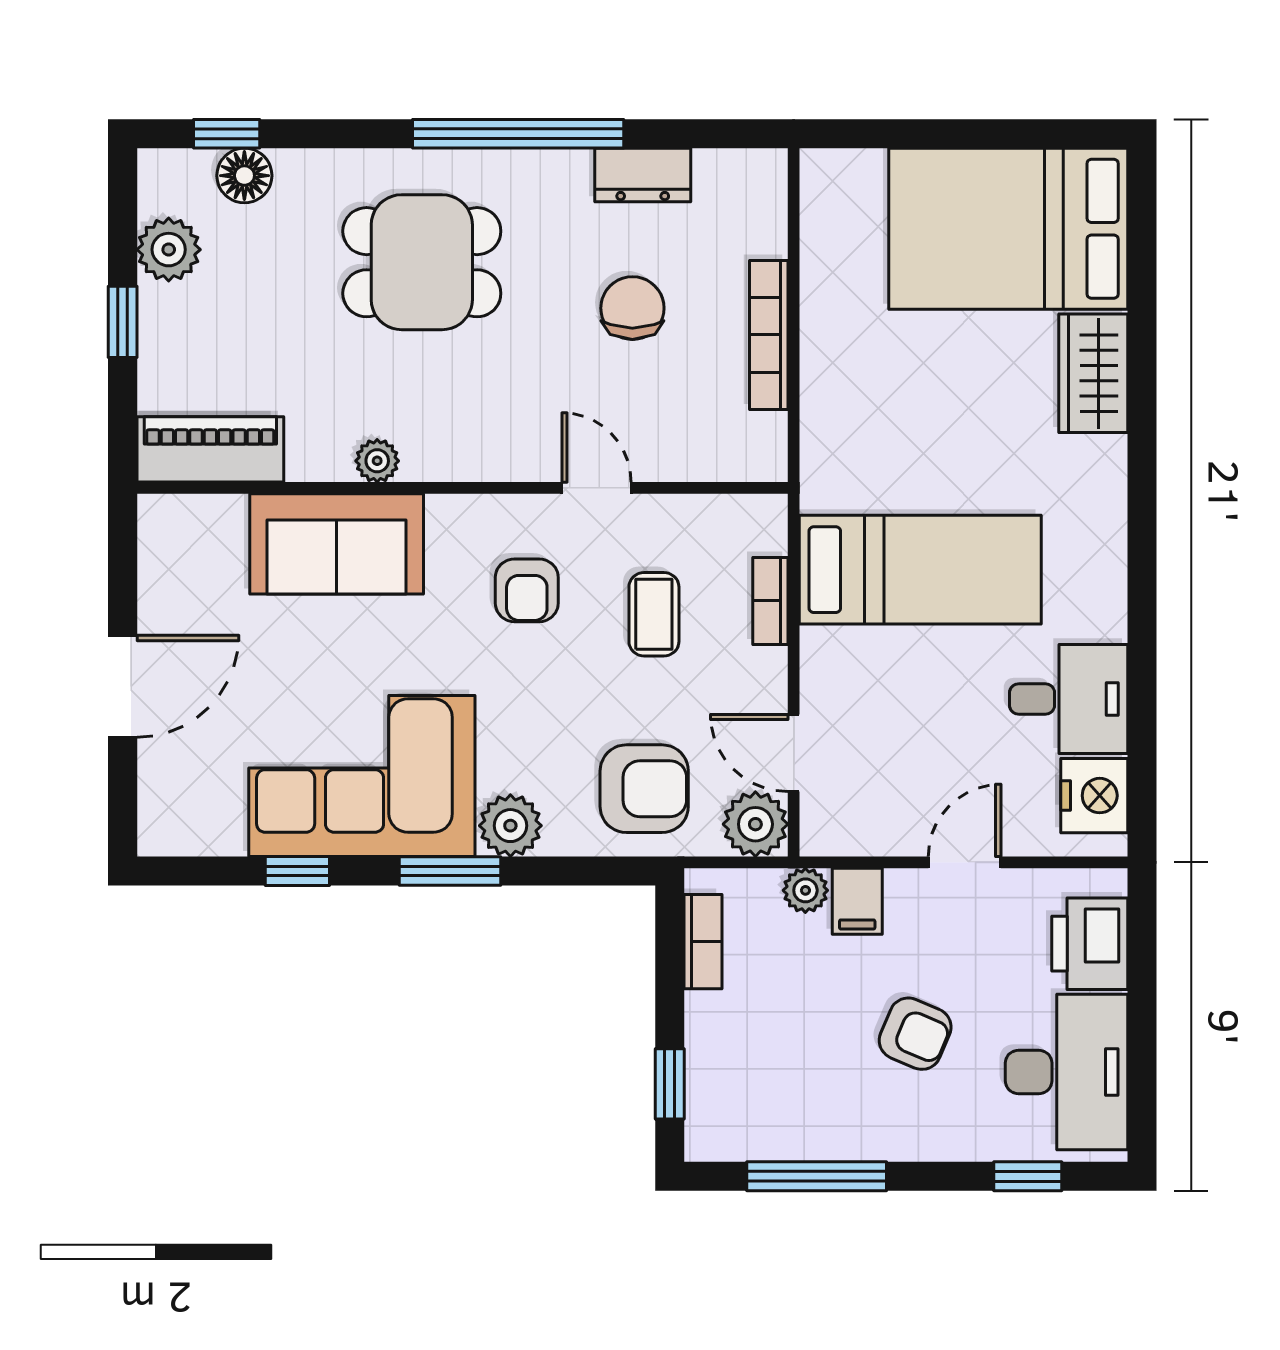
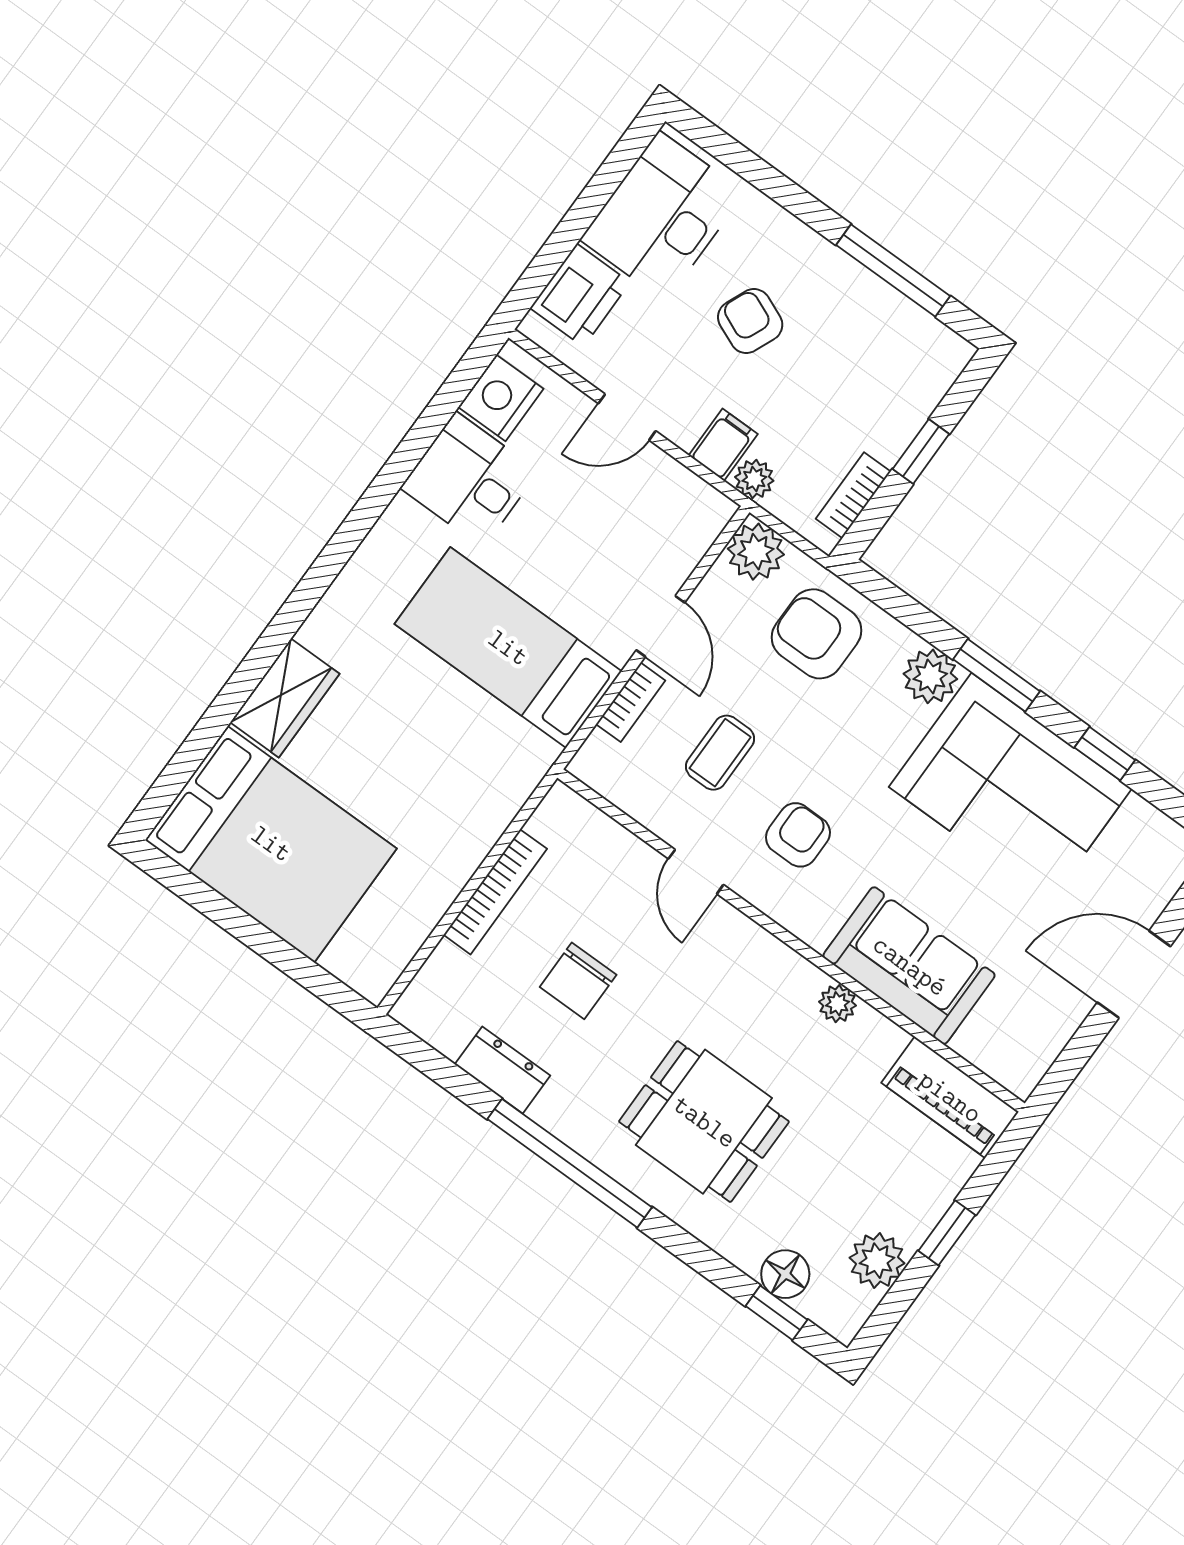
door: (794, 753) -> (660, 626), moved
window: (670, 1084) -> (921, 451), moved
window: (1028, 1176) -> (744, 162), removed

